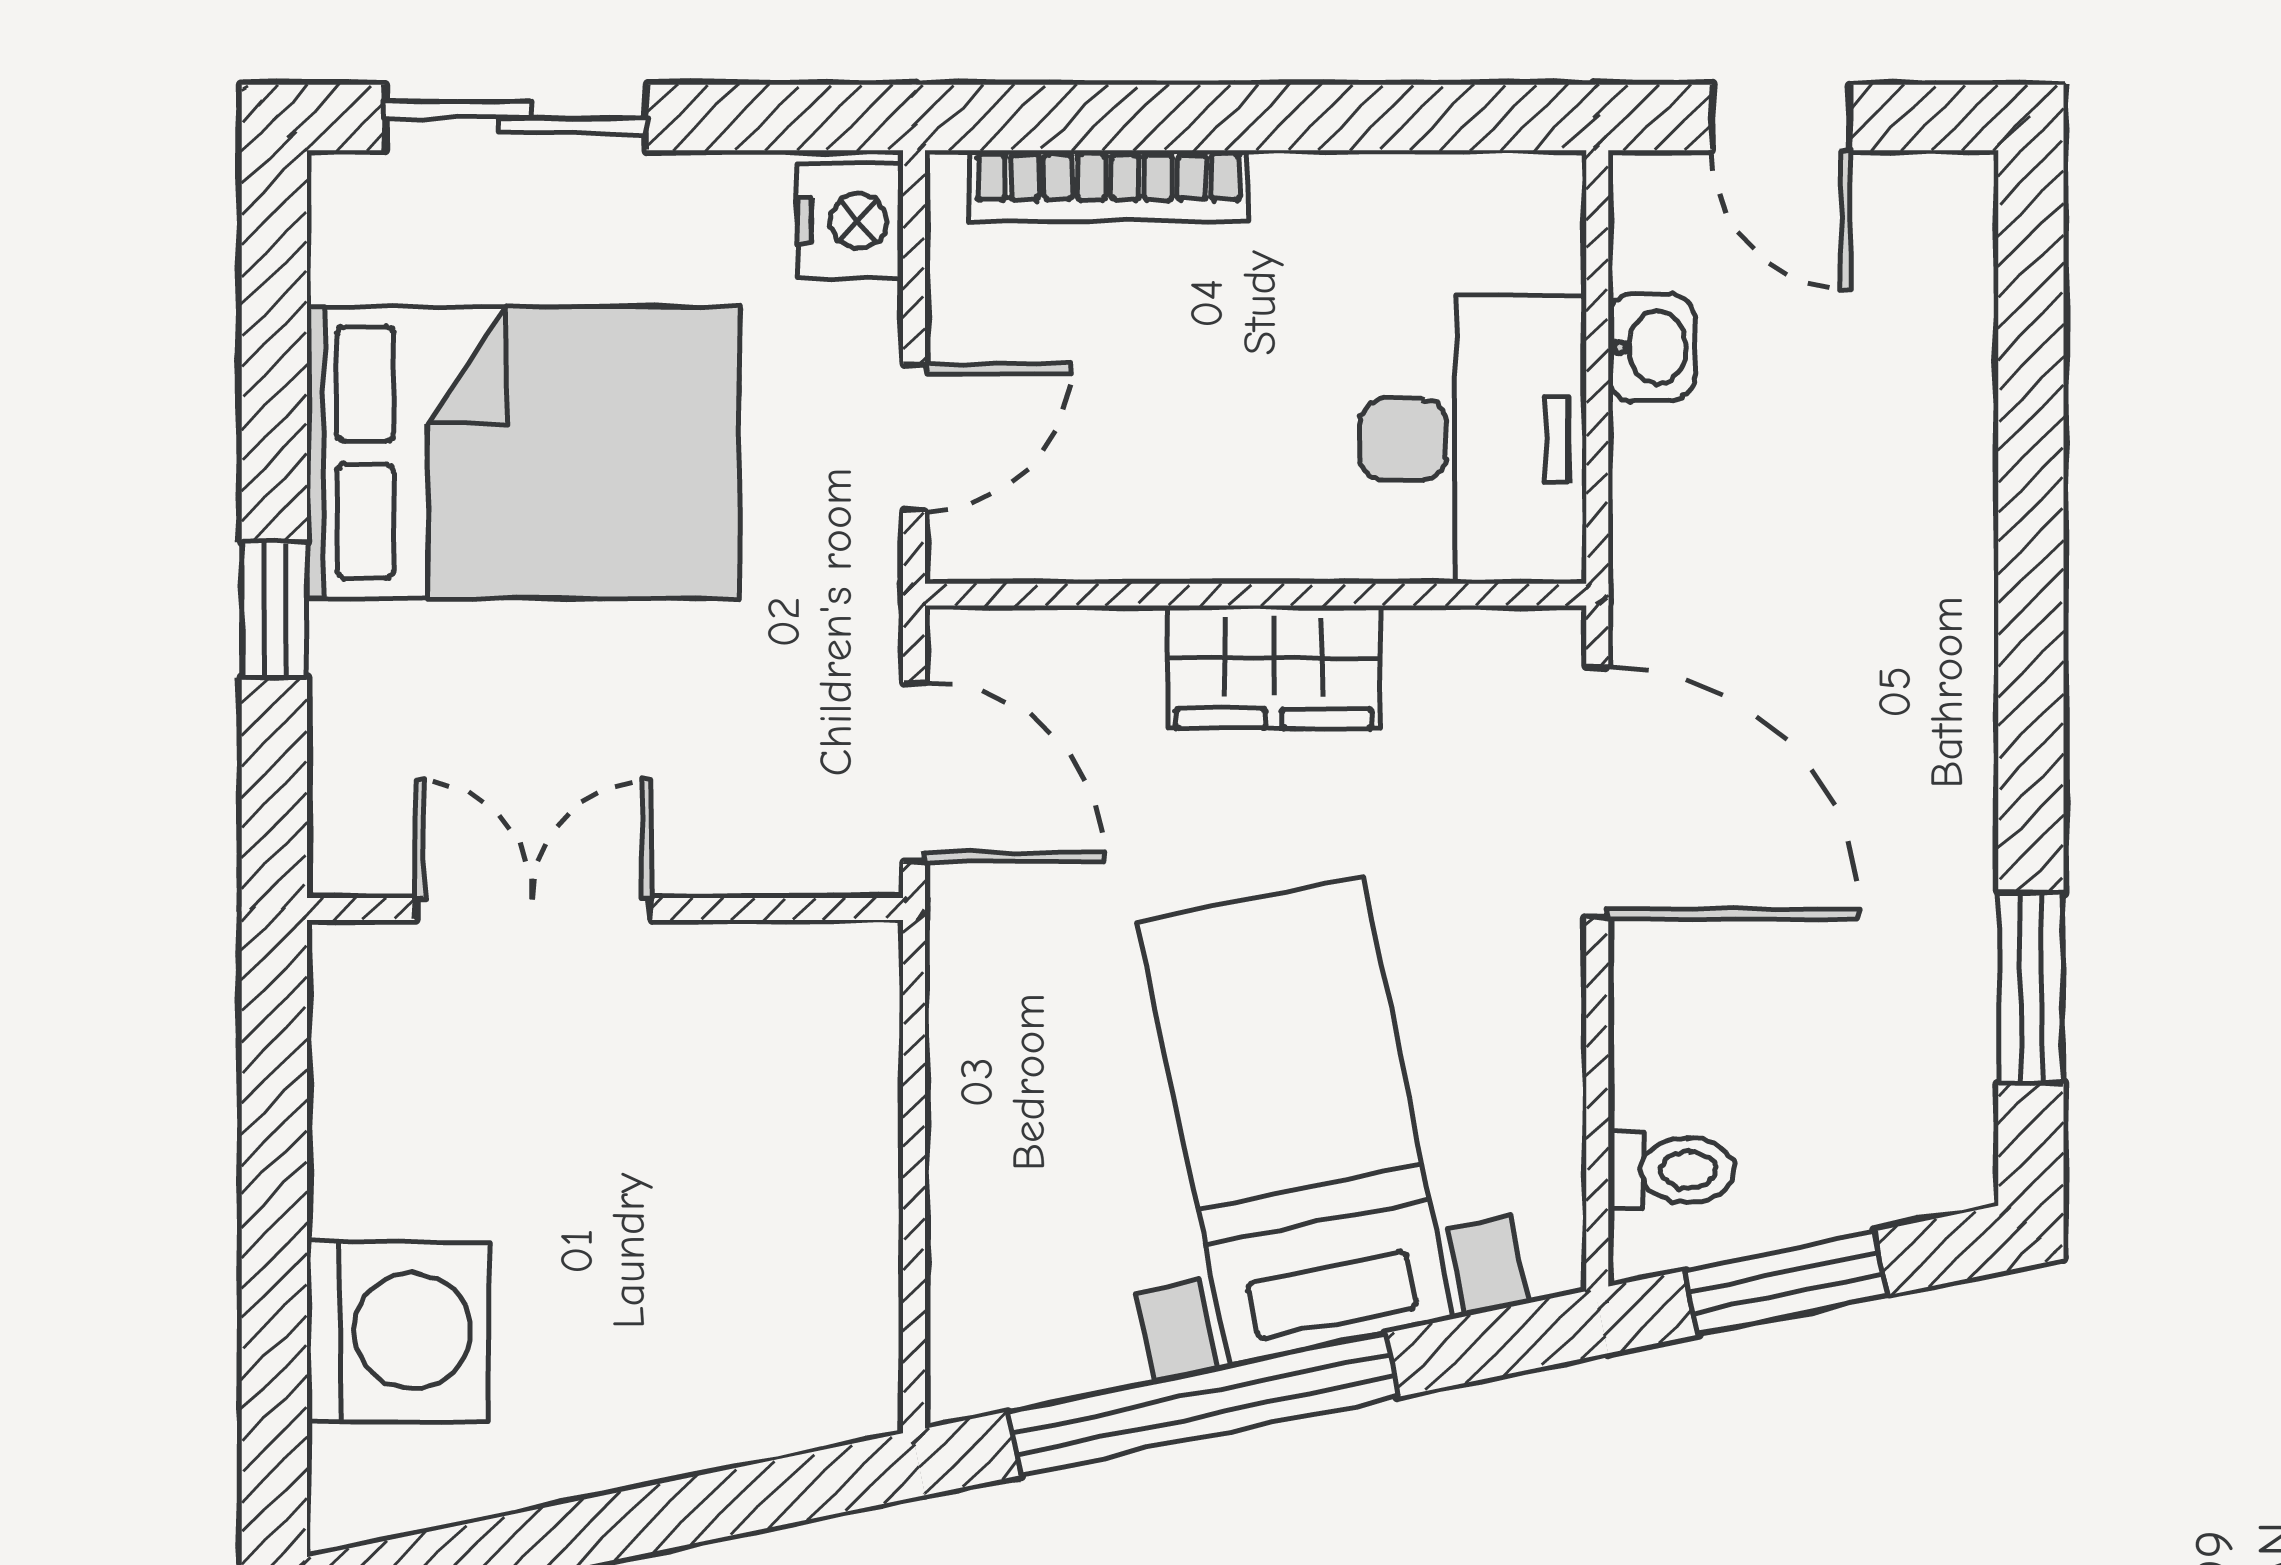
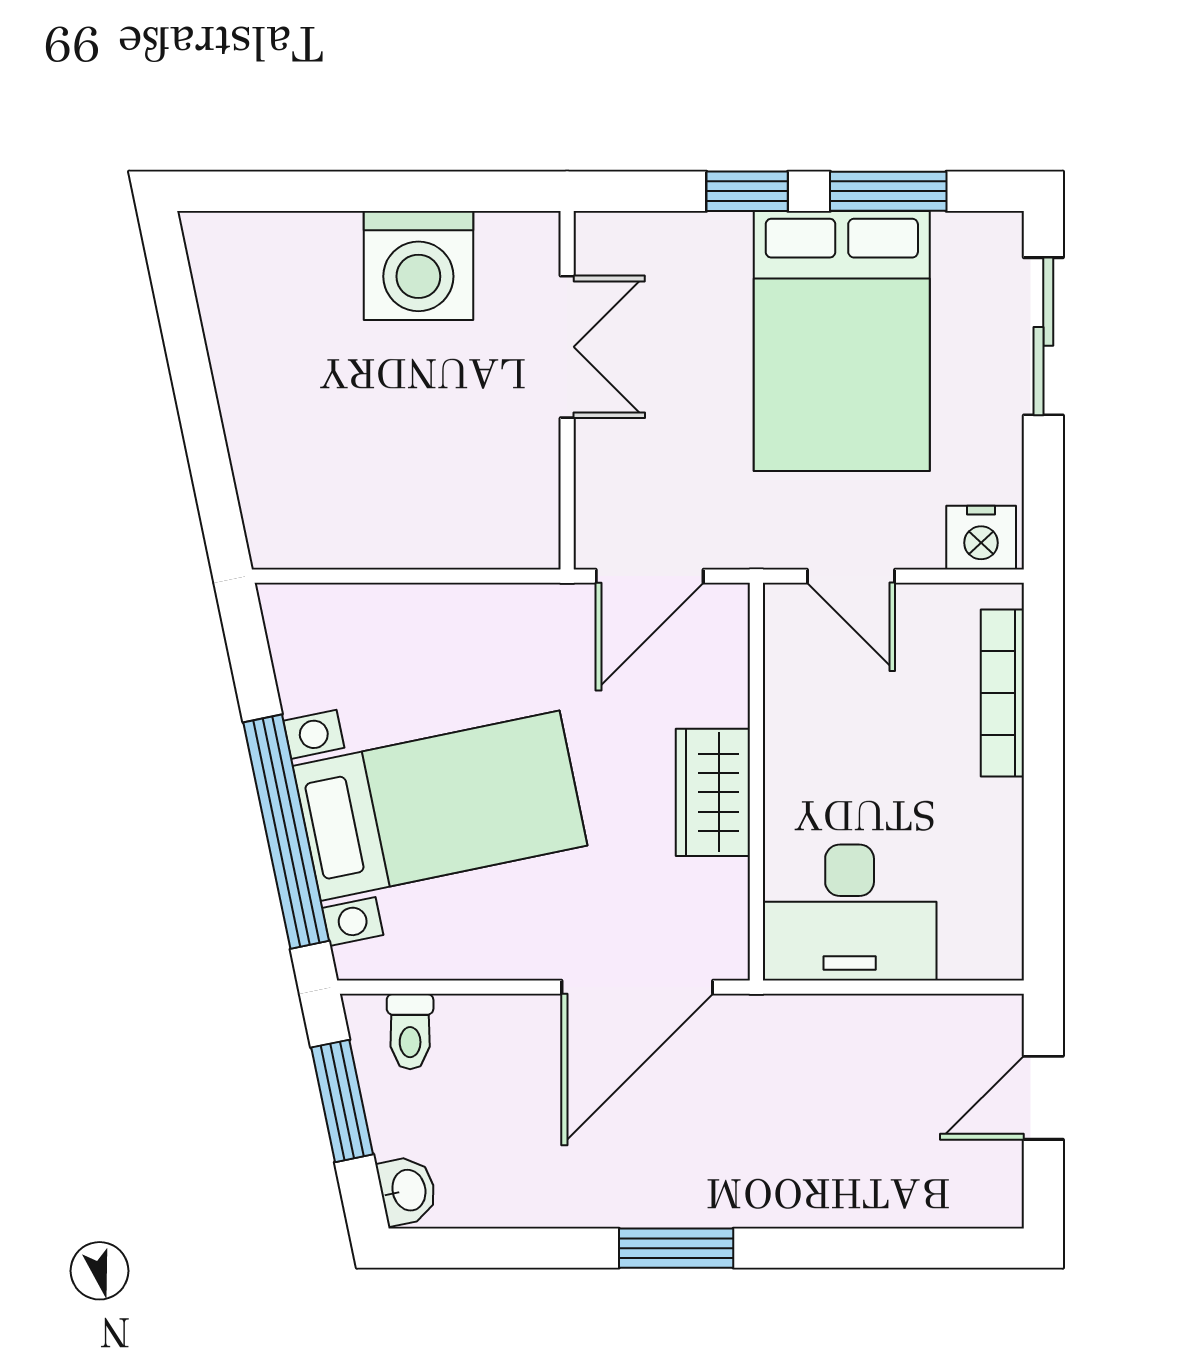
washbasin: (1651, 347) -> (407, 1190), moved, turned -102
window: (274, 375) -> (888, 191), added
window: (2031, 988) -> (676, 1248), moved
washing machine: (398, 1331) -> (418, 265), moved
window: (1203, 1404) -> (286, 832), moved

